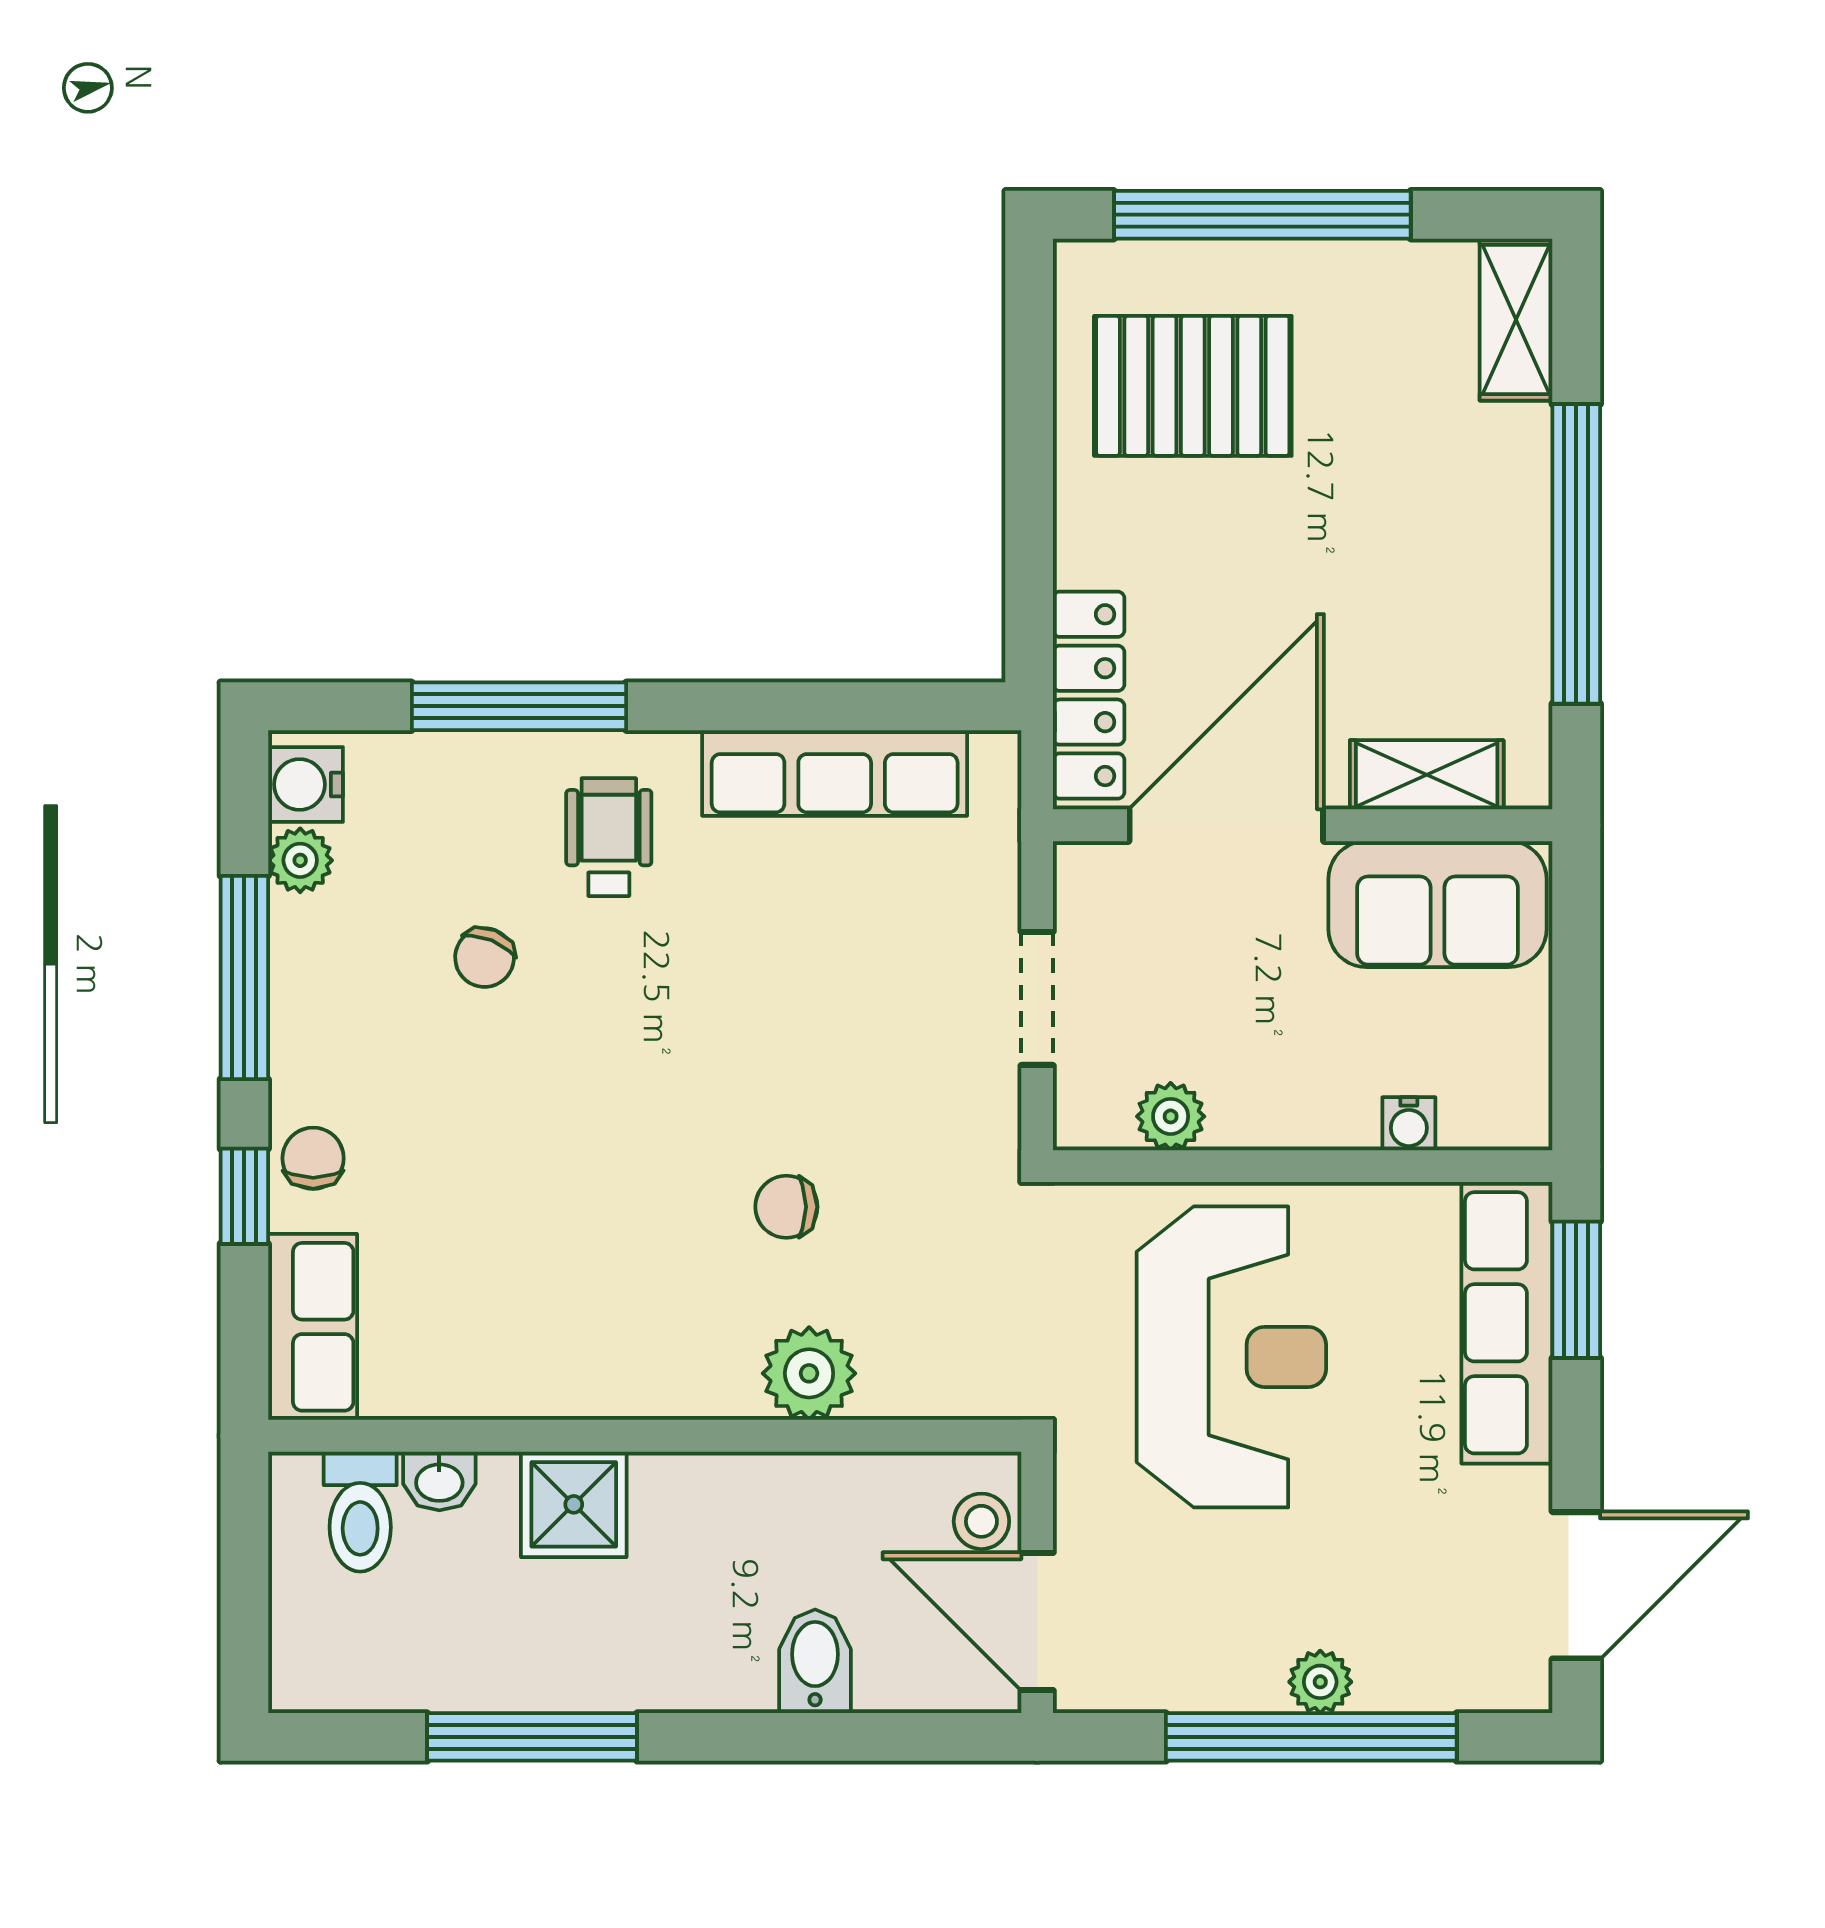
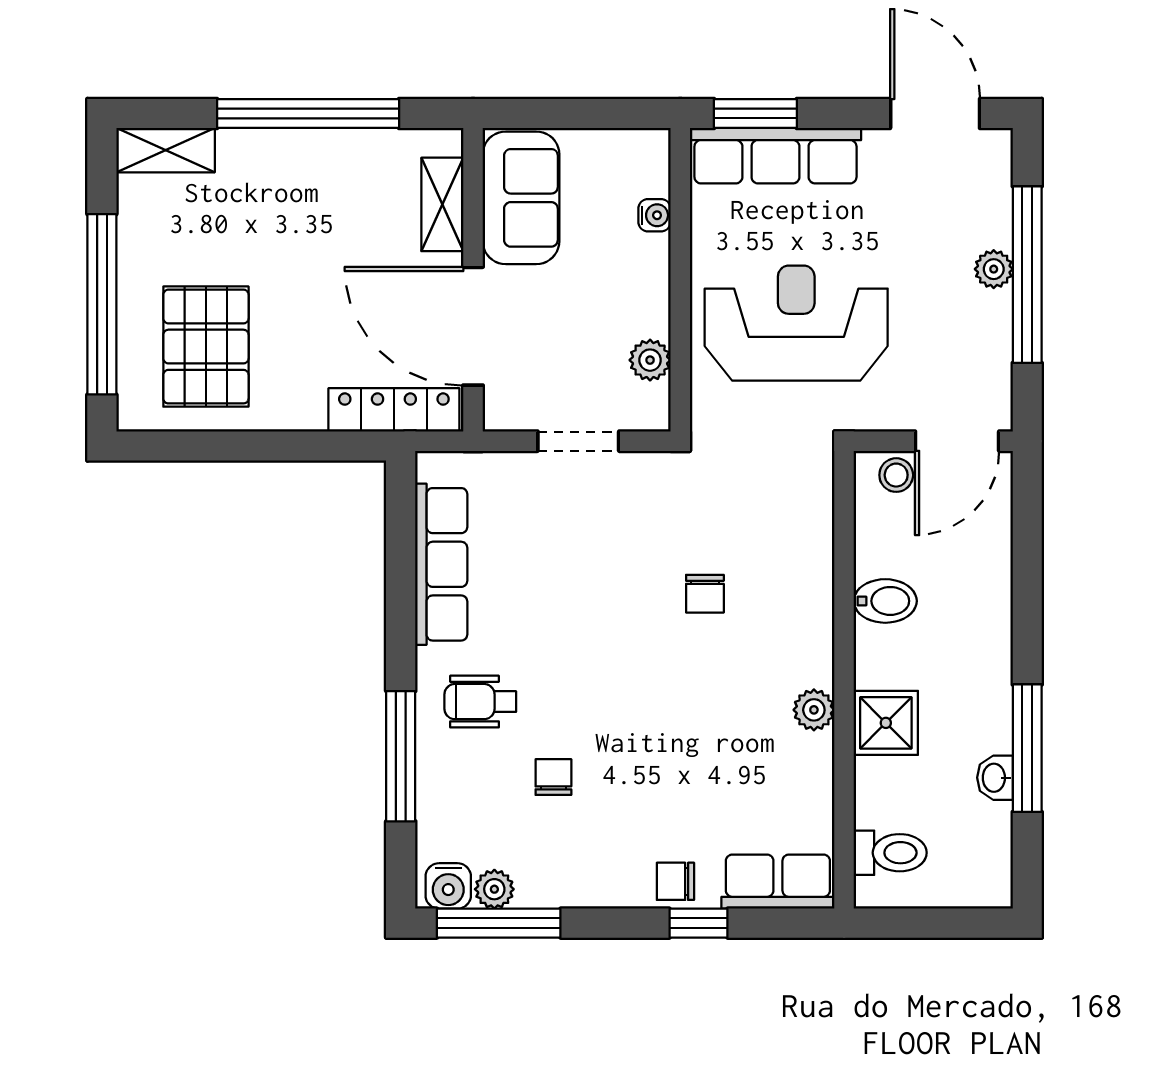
chair: (485, 958) -> (553, 777), turned -112
window: (244, 978) -> (499, 923), moved
plant: (809, 1373) -> (814, 710), moved, width x0.73, depth x0.73
washbasin: (439, 1481) -> (995, 778), moved, turned 180
bidet: (815, 1661) -> (885, 601), moved, turned 180

